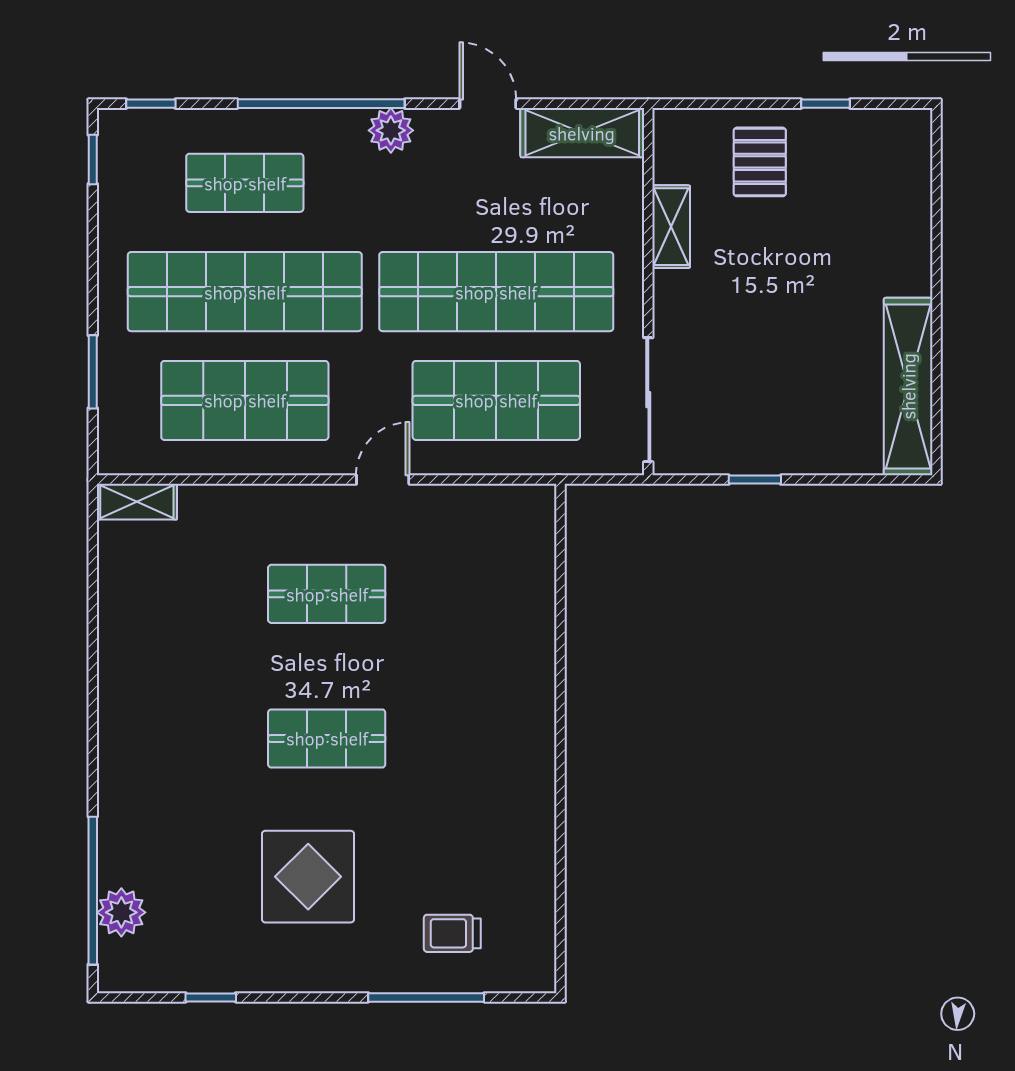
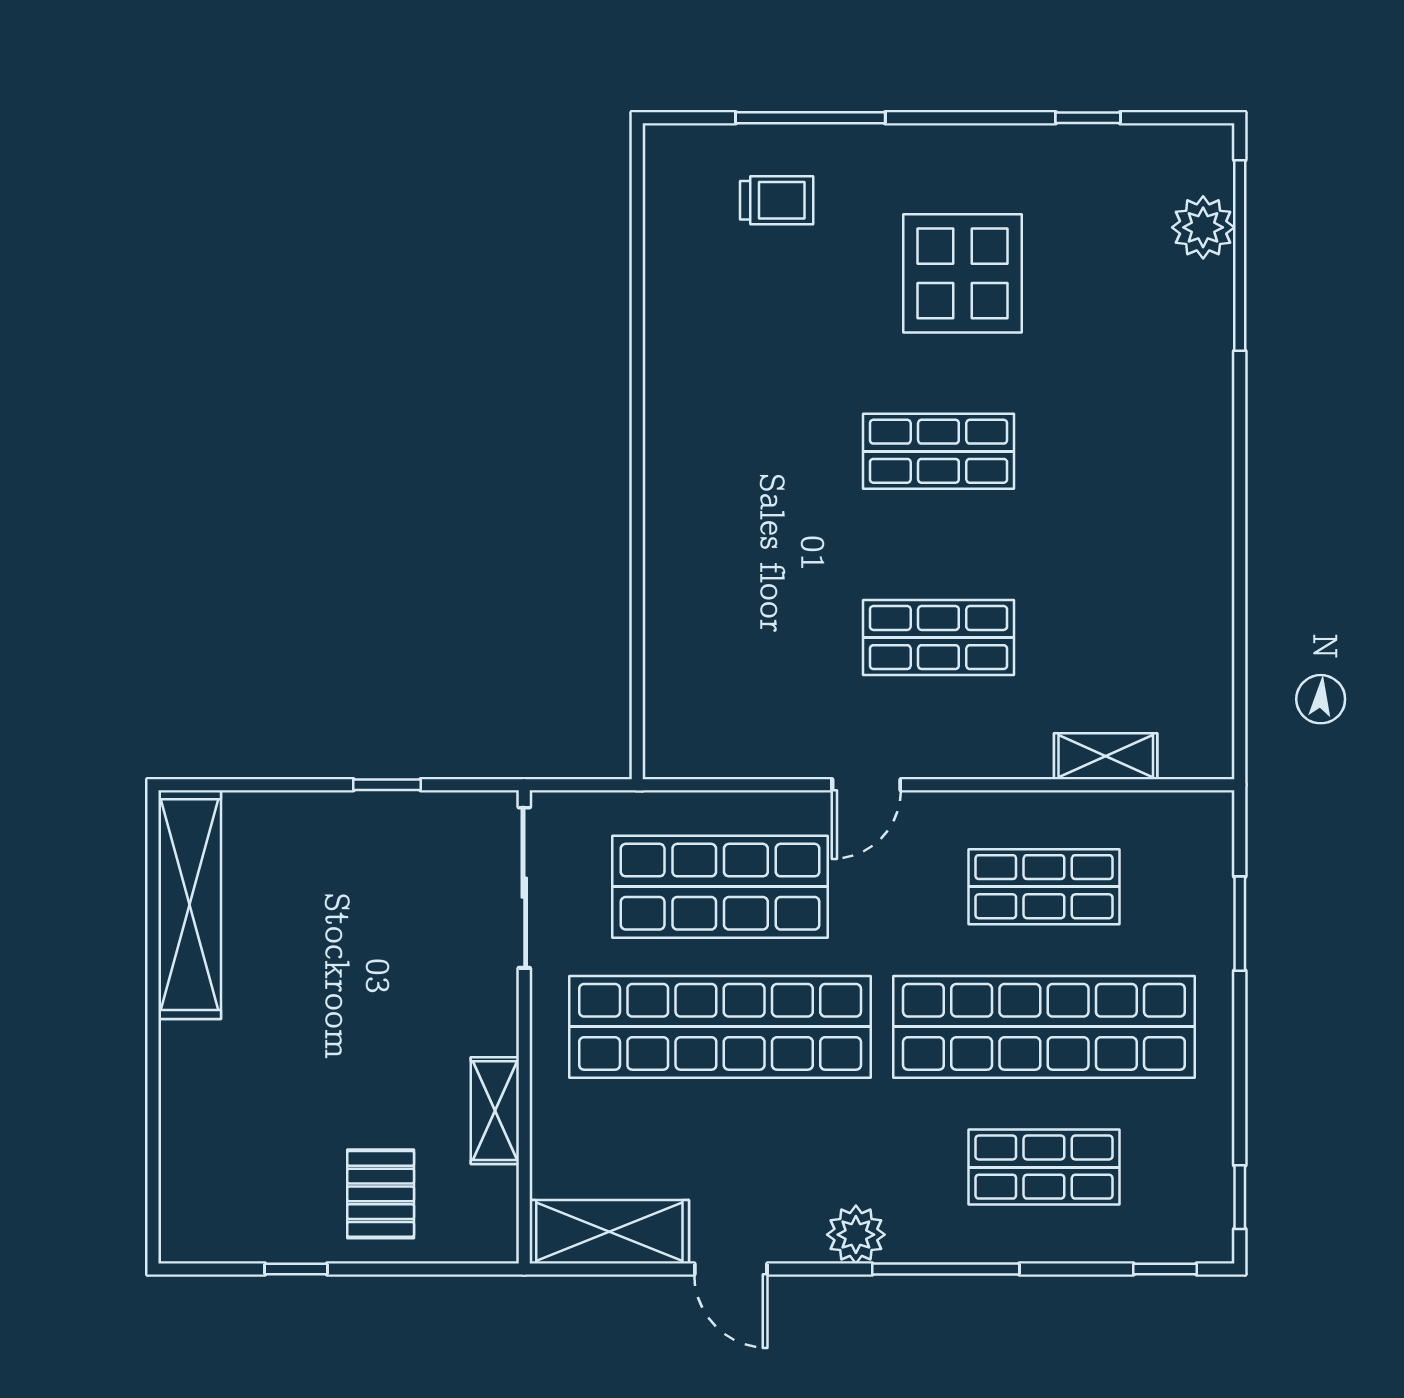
window: (321, 104) -> (946, 1269), width x0.68
shop shelf: (245, 400) -> (1044, 887), width x0.70, depth x0.74
shelving: (137, 502) -> (1106, 756), moved

